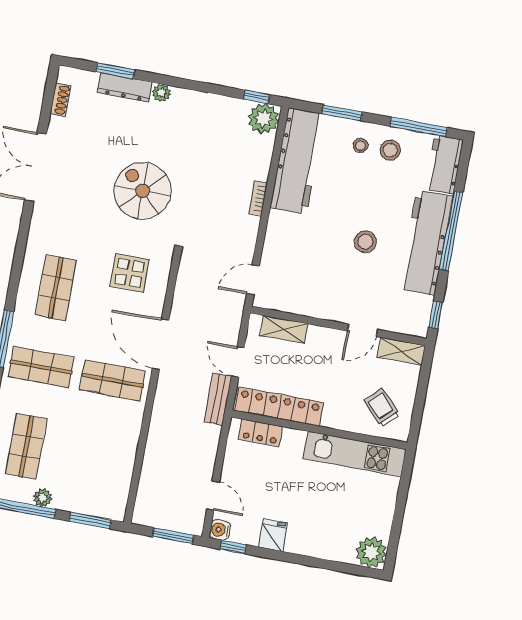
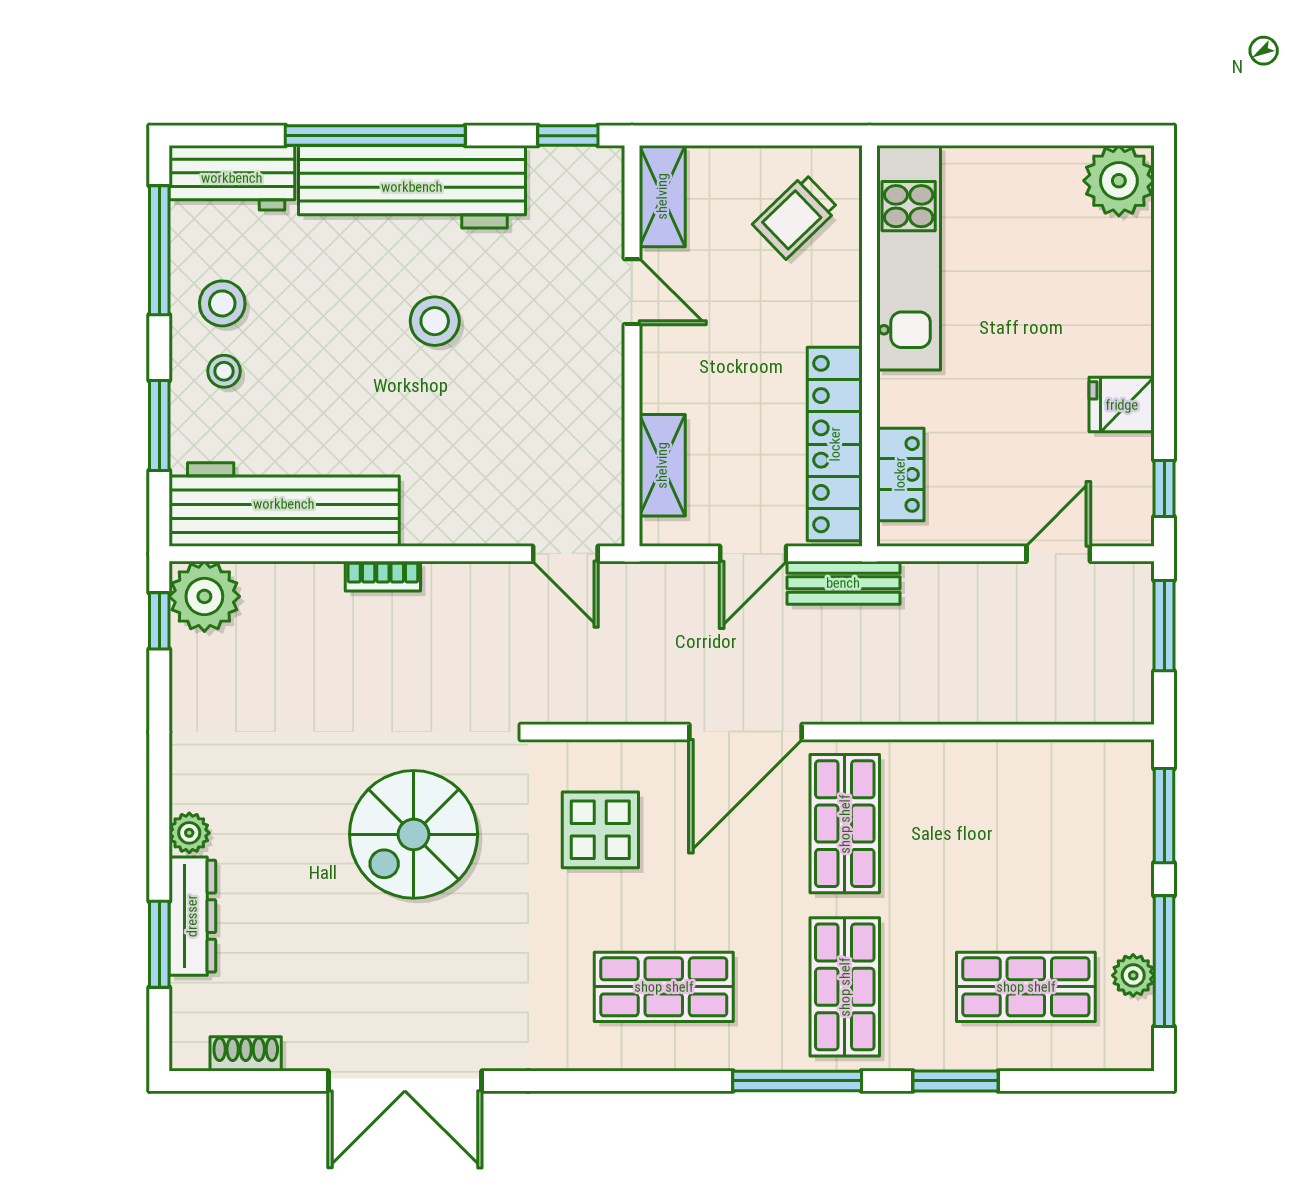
plant: (43, 498) -> (1133, 975), moved
water cooler: (220, 530) -> (1131, 524), removed

